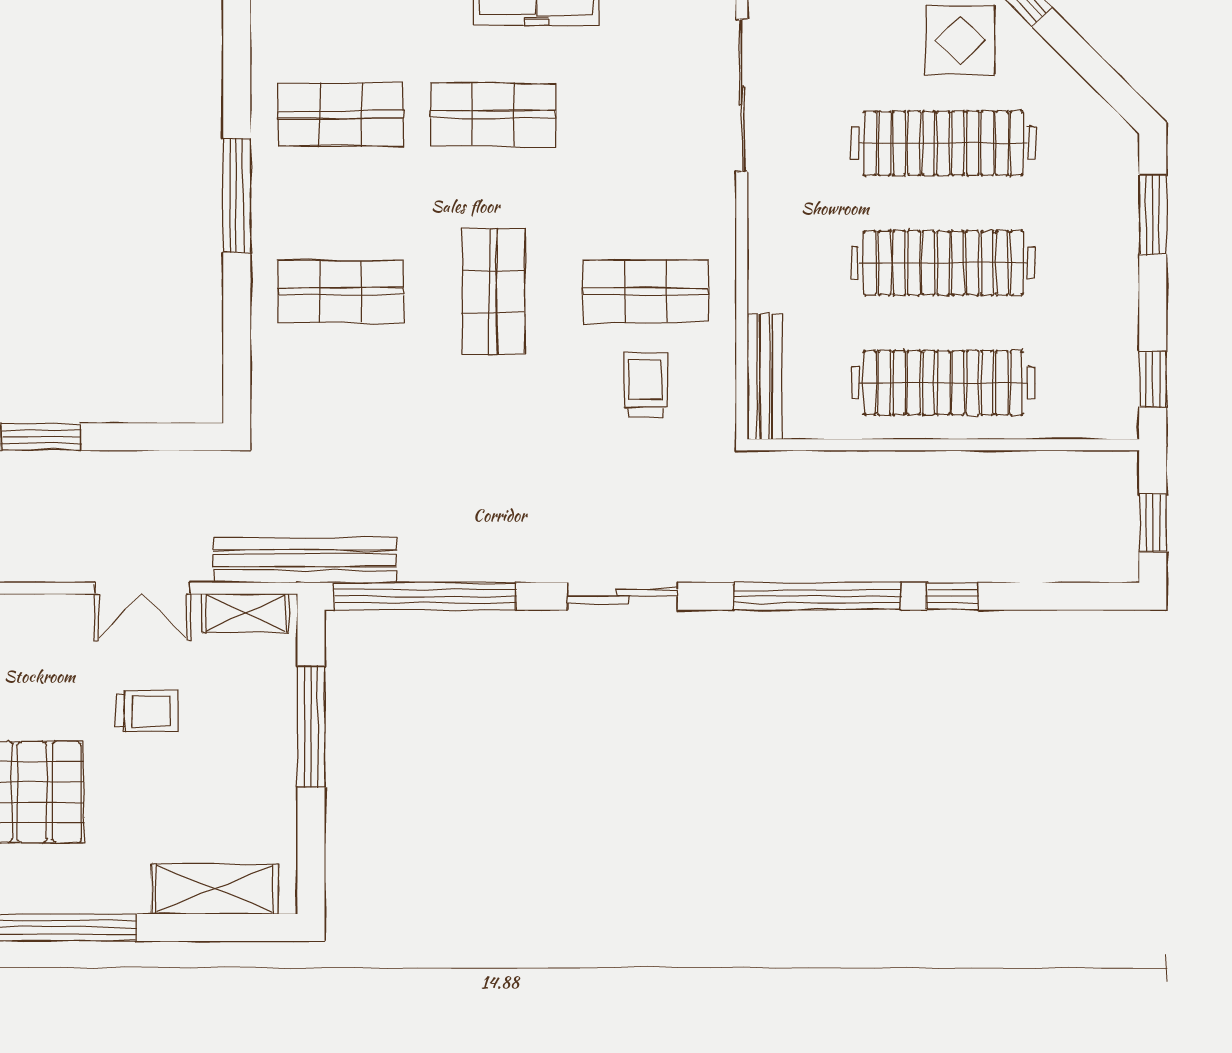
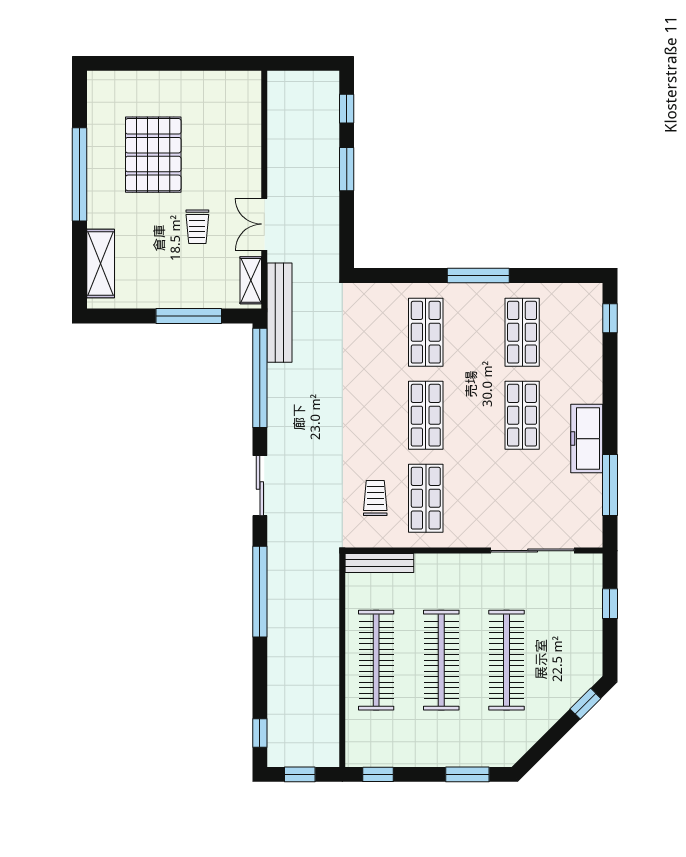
display table: (960, 40) -> (563, 670), removed
shop shelf: (493, 292) -> (426, 415), turned 90
trolley: (645, 384) -> (375, 498), turned -90
window: (952, 596) -> (260, 733), moved

